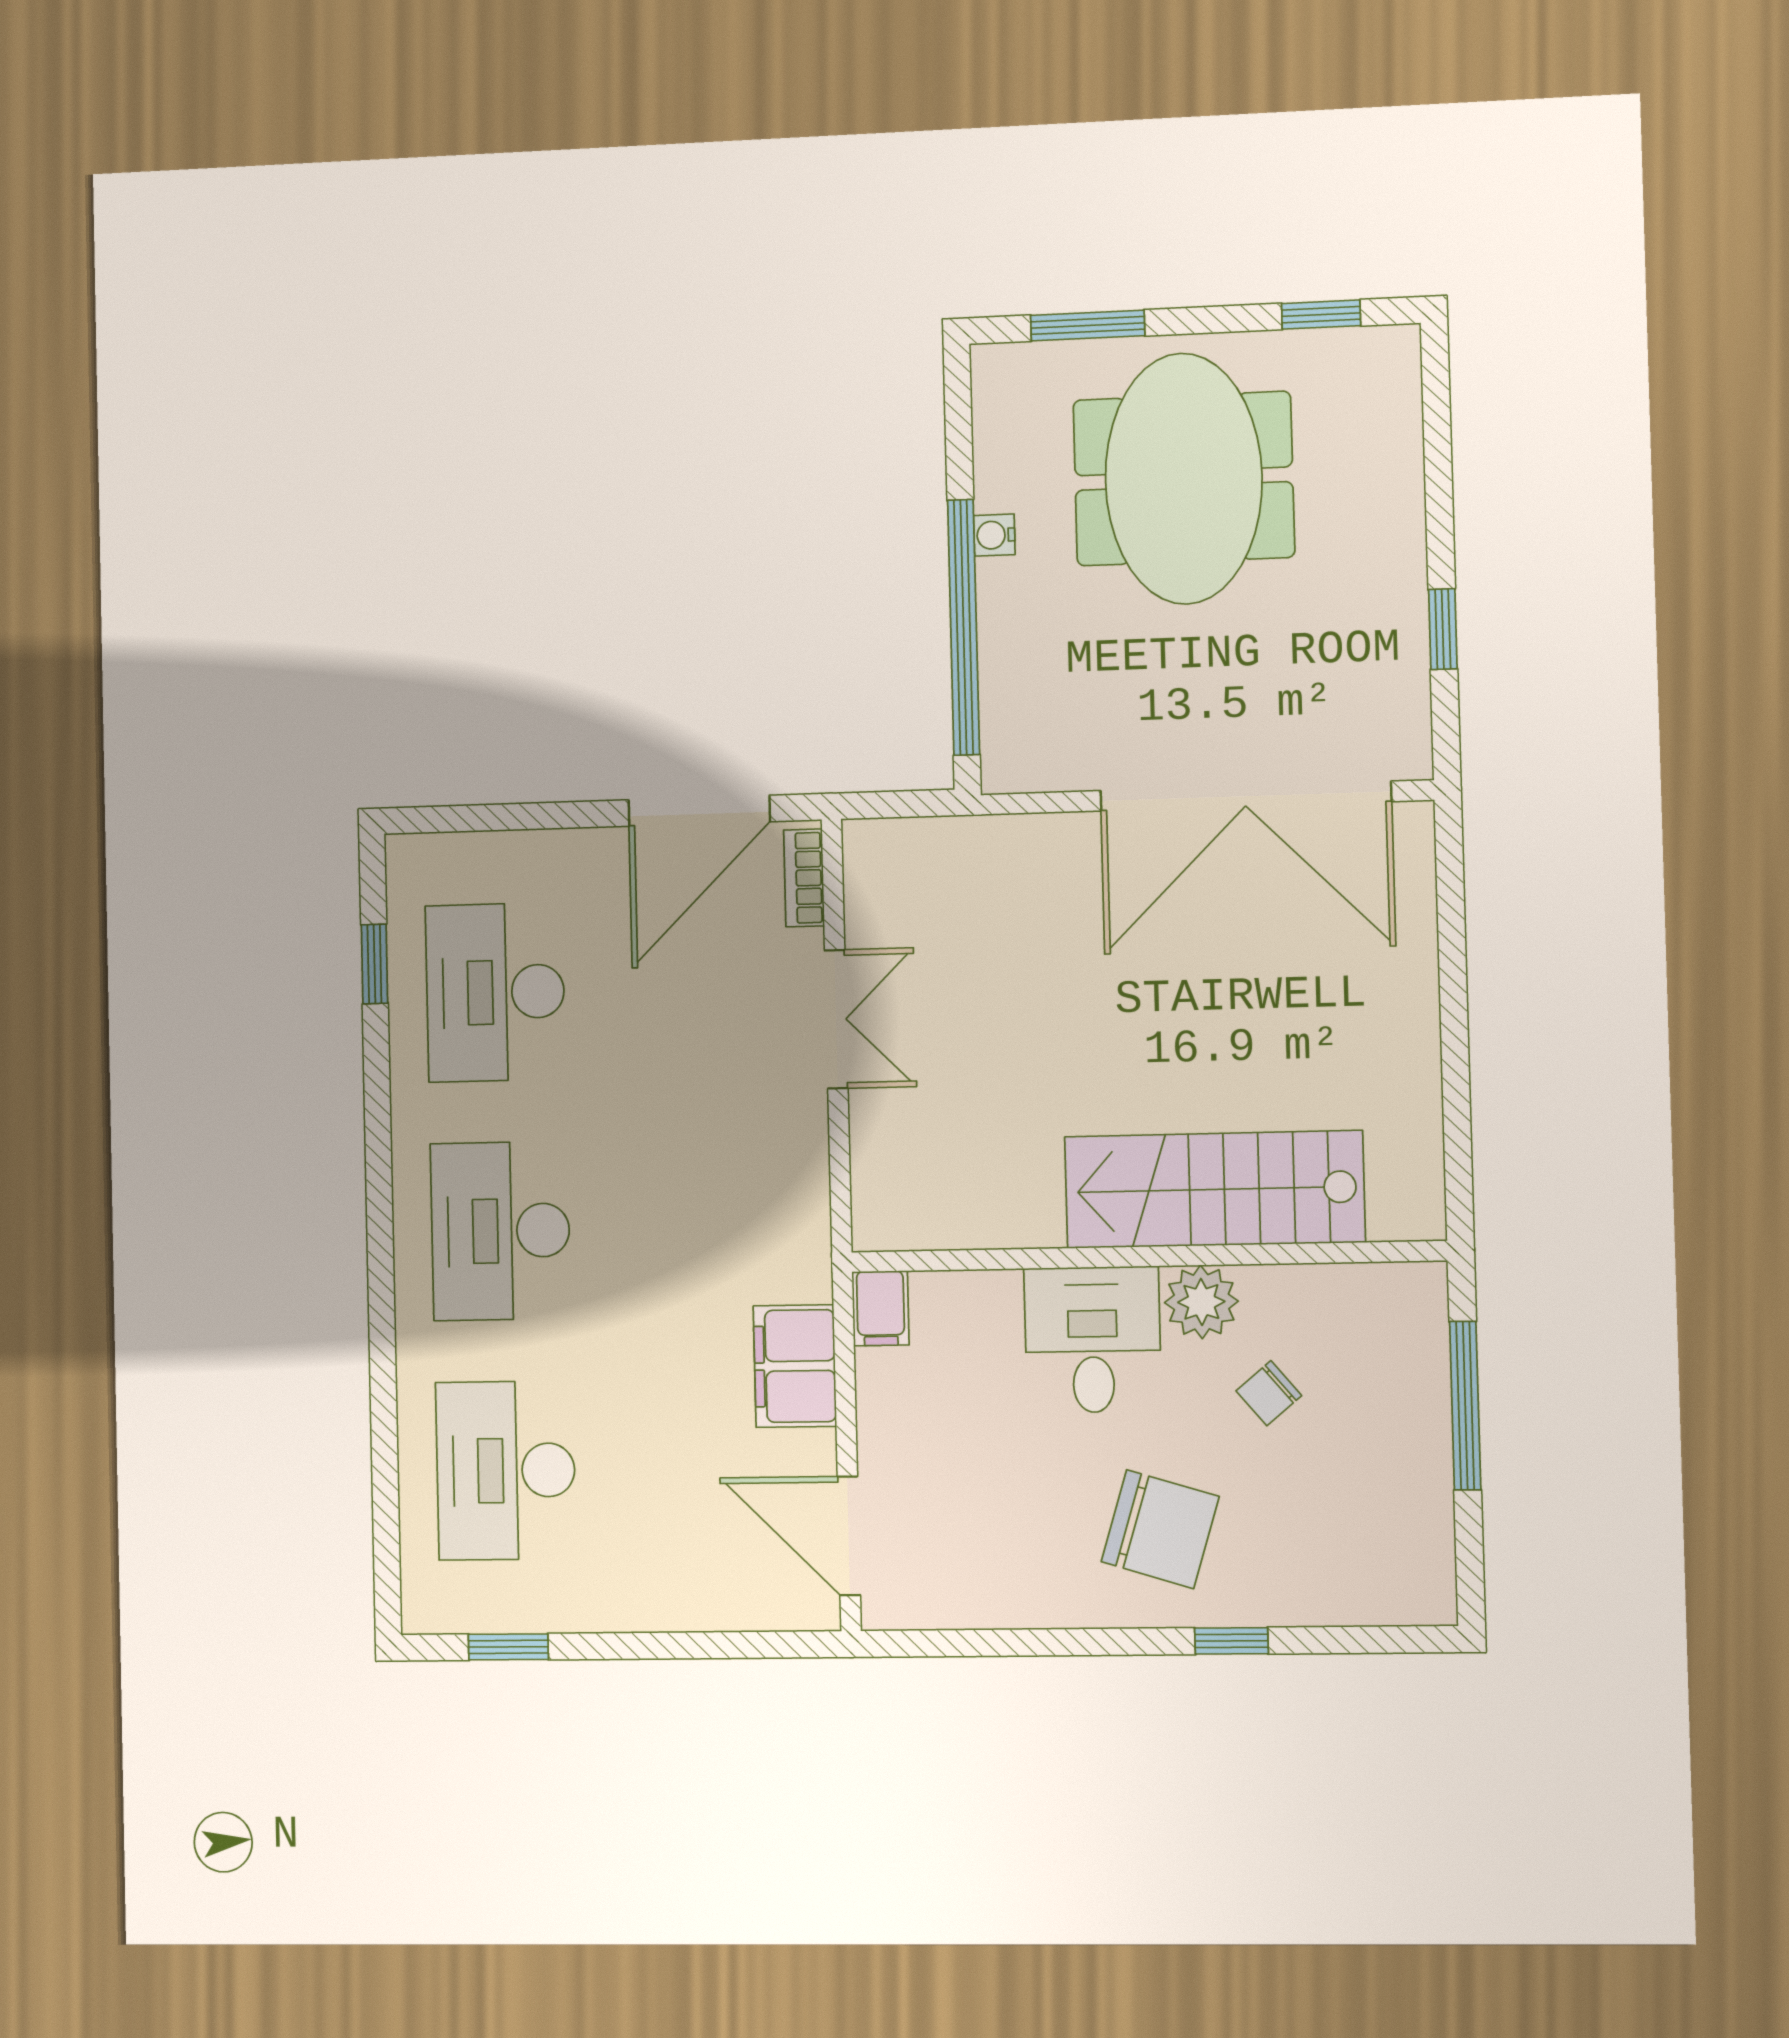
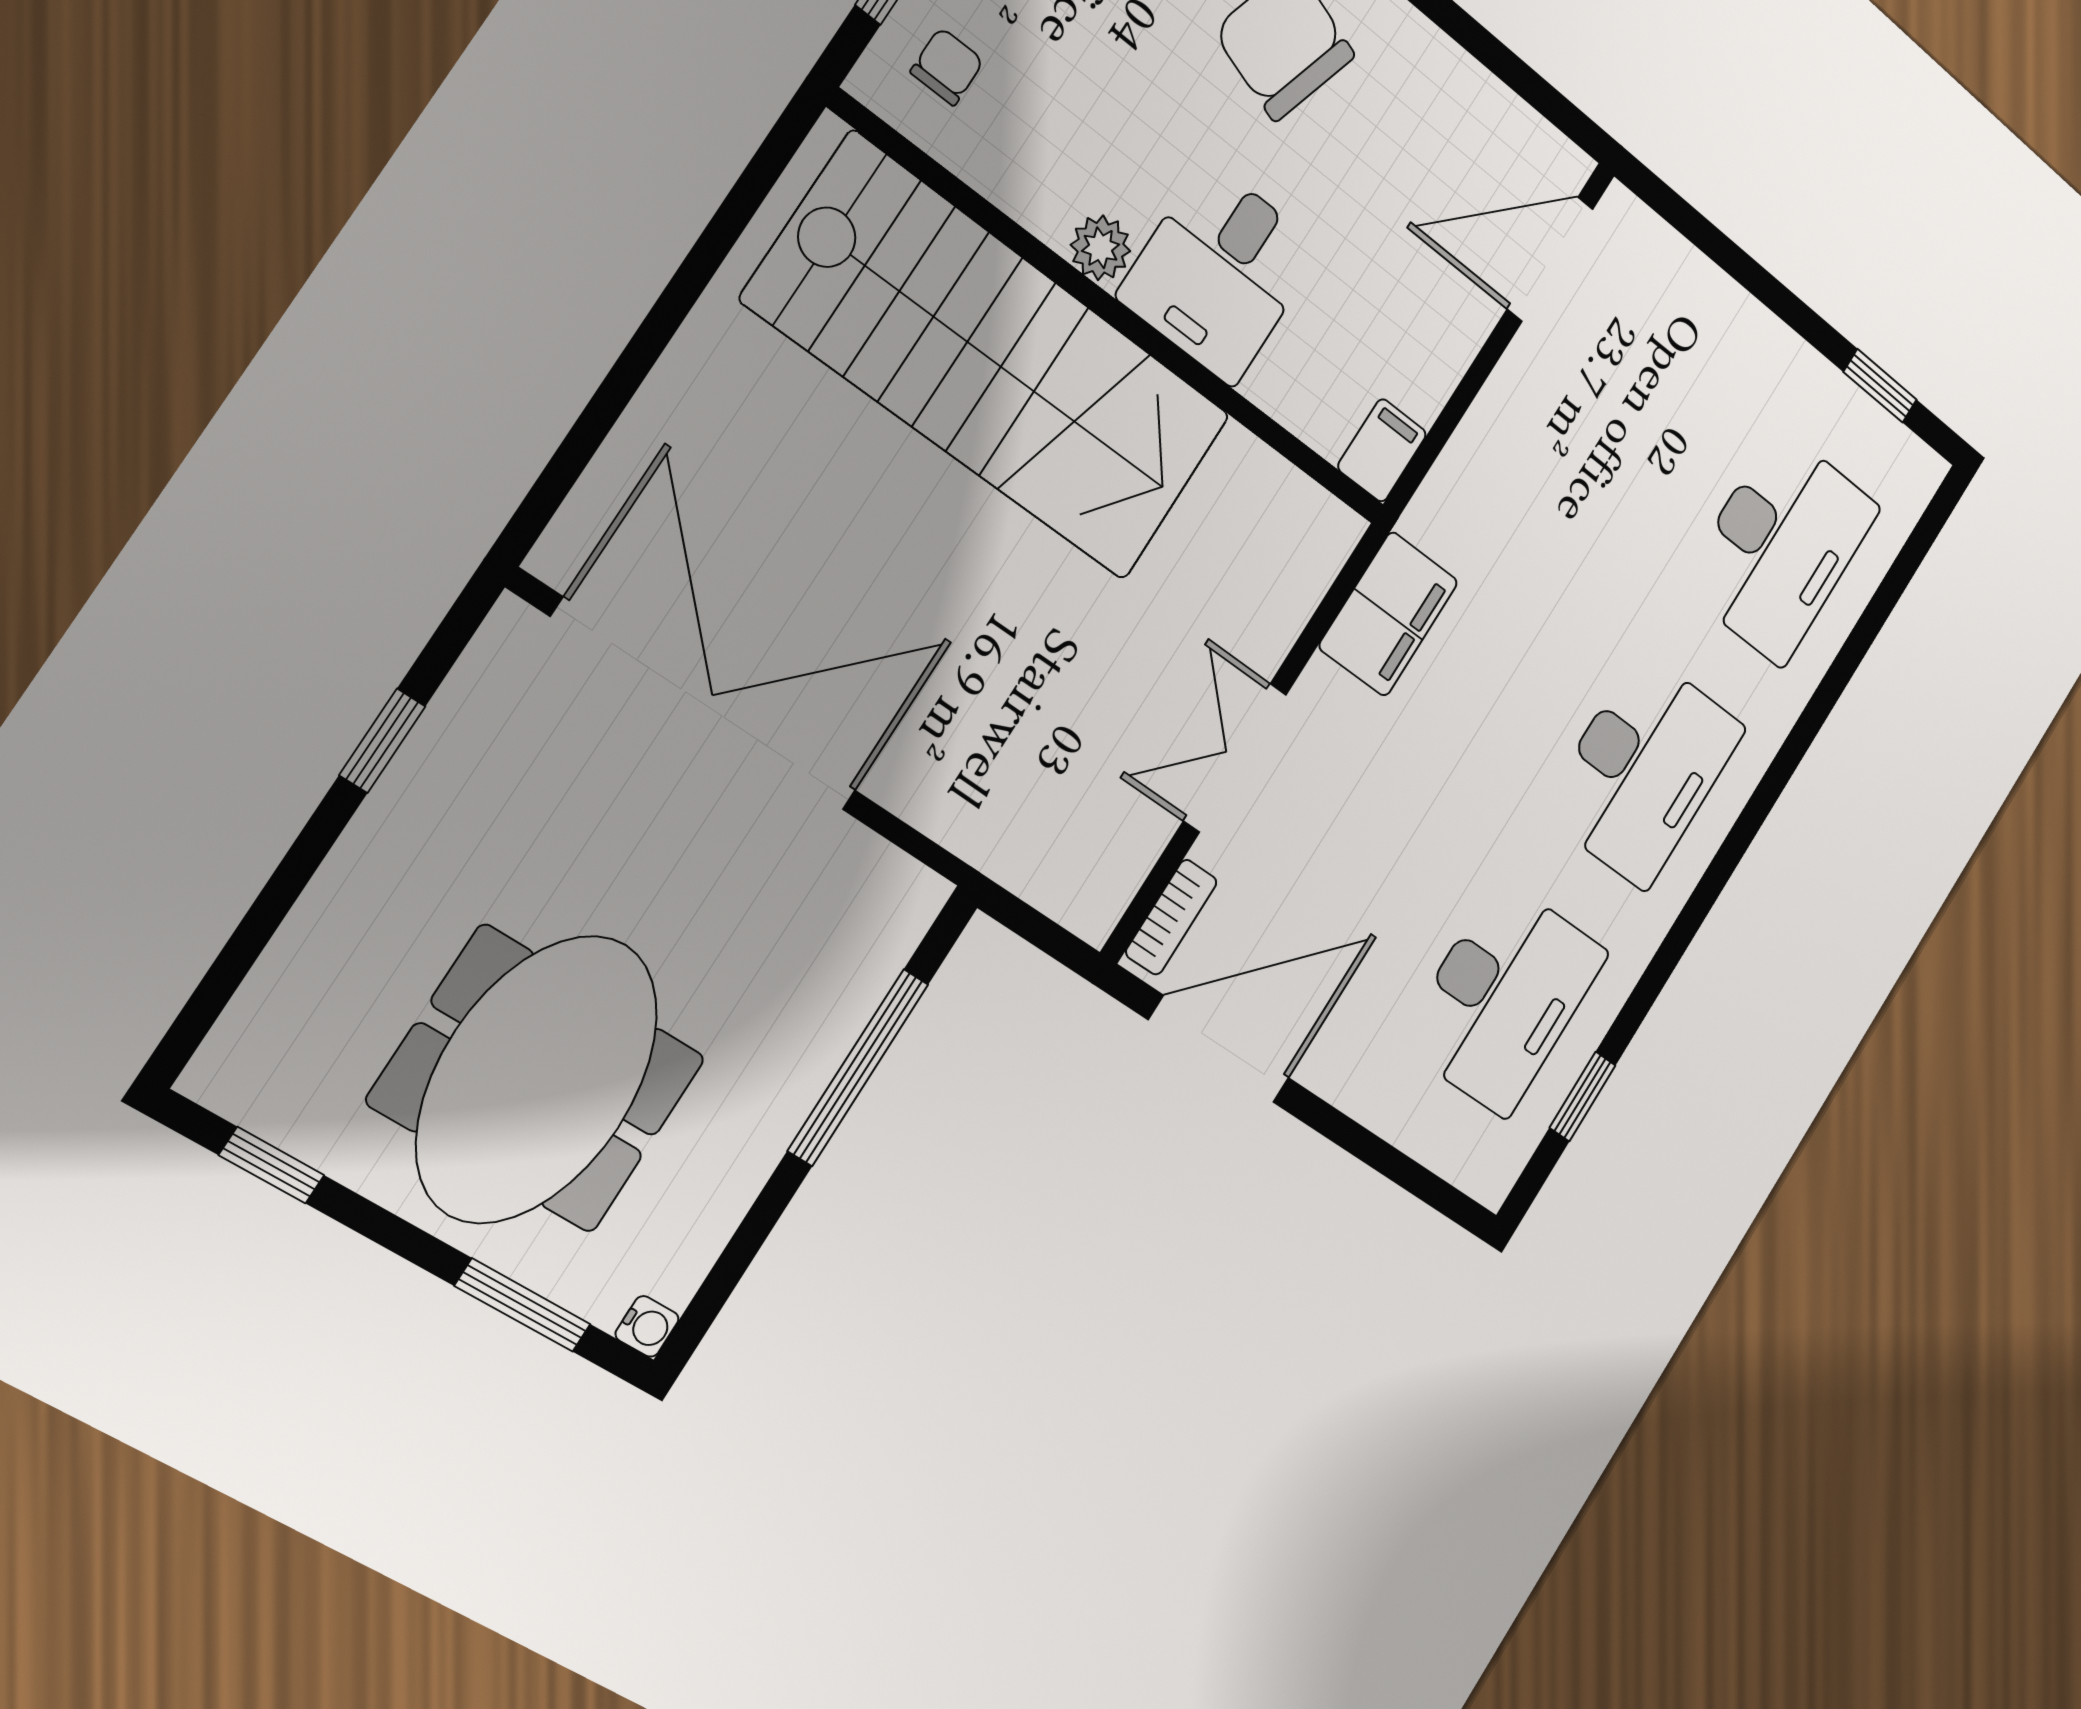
water cooler: (994, 535) -> (647, 1326), moved
window: (964, 627) -> (858, 1067), width x0.68
stairs: (1214, 1189) -> (991, 360), width x1.36, depth x1.51
plant: (1201, 1302) -> (1101, 248), width x0.73, depth x0.73
filing cabinet: (795, 1366) -> (1388, 614), moved
chair: (1269, 1393) -> (947, 67), moved, turned -50
door: (849, 1536) -> (1550, 259), swing flipped

